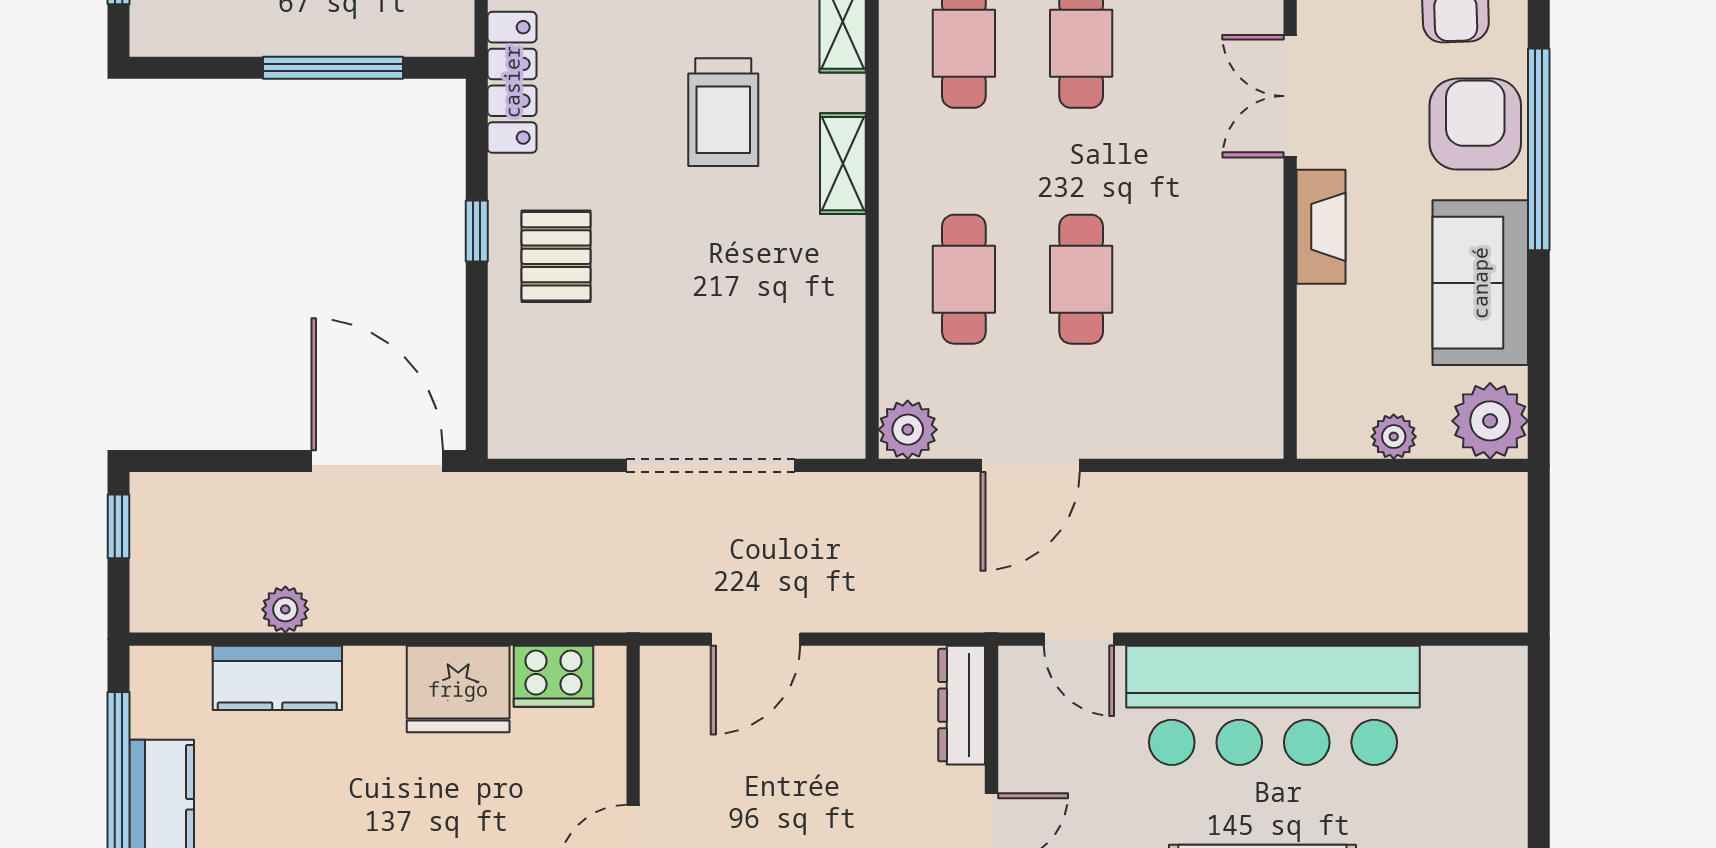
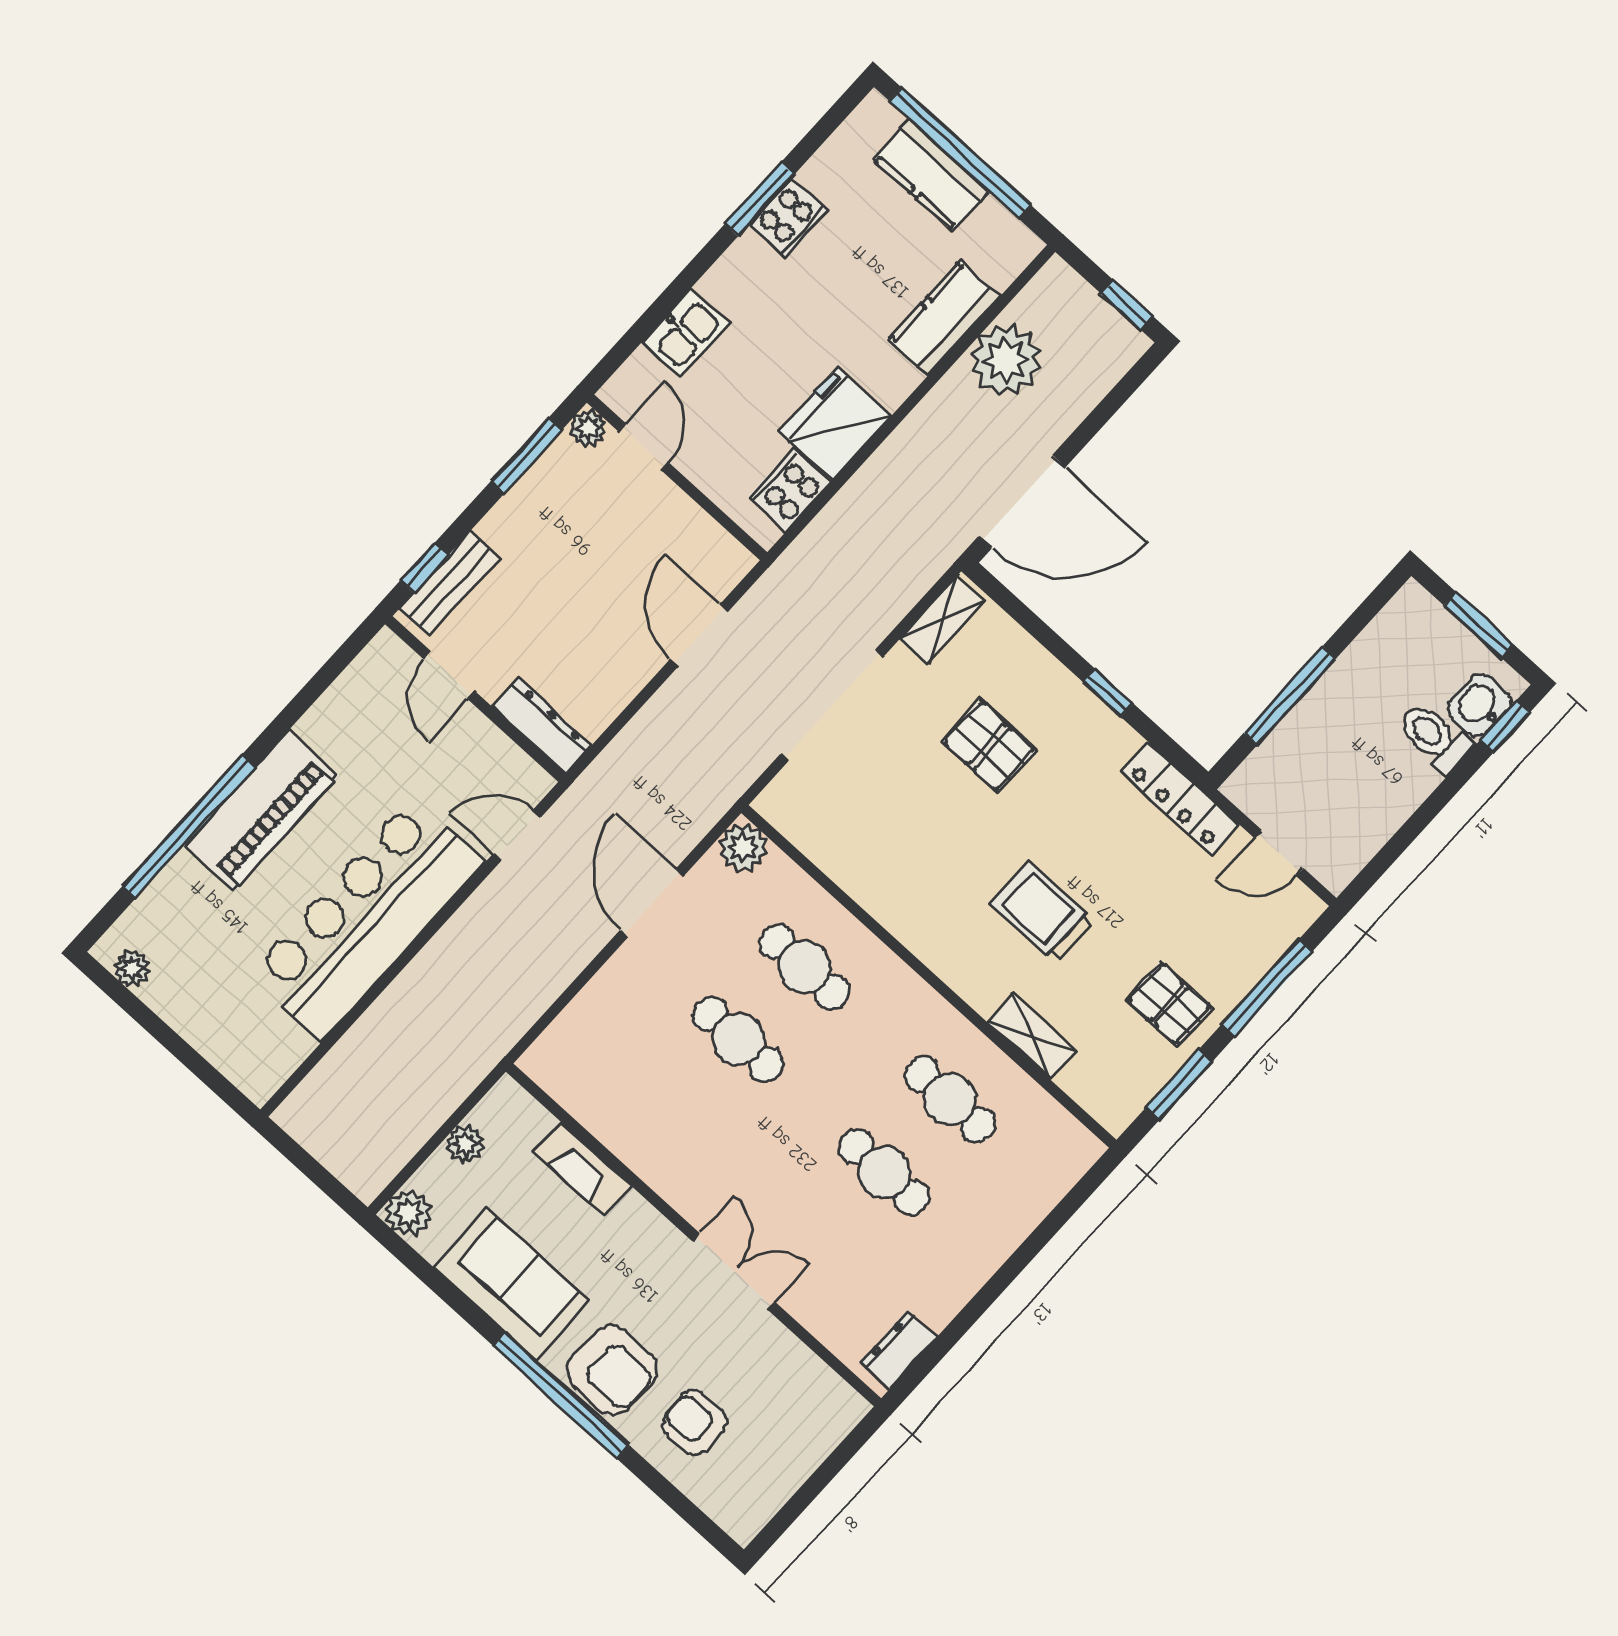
shelving: (843, 164) -> (943, 620), moved, turned 90
fireplace: (1321, 227) -> (583, 1169), moved
pallet: (556, 256) -> (989, 746), moved
plant: (1490, 421) -> (409, 1213), width x0.73, depth x0.73
plant: (285, 609) -> (1006, 360), width x1.87, depth x1.87

